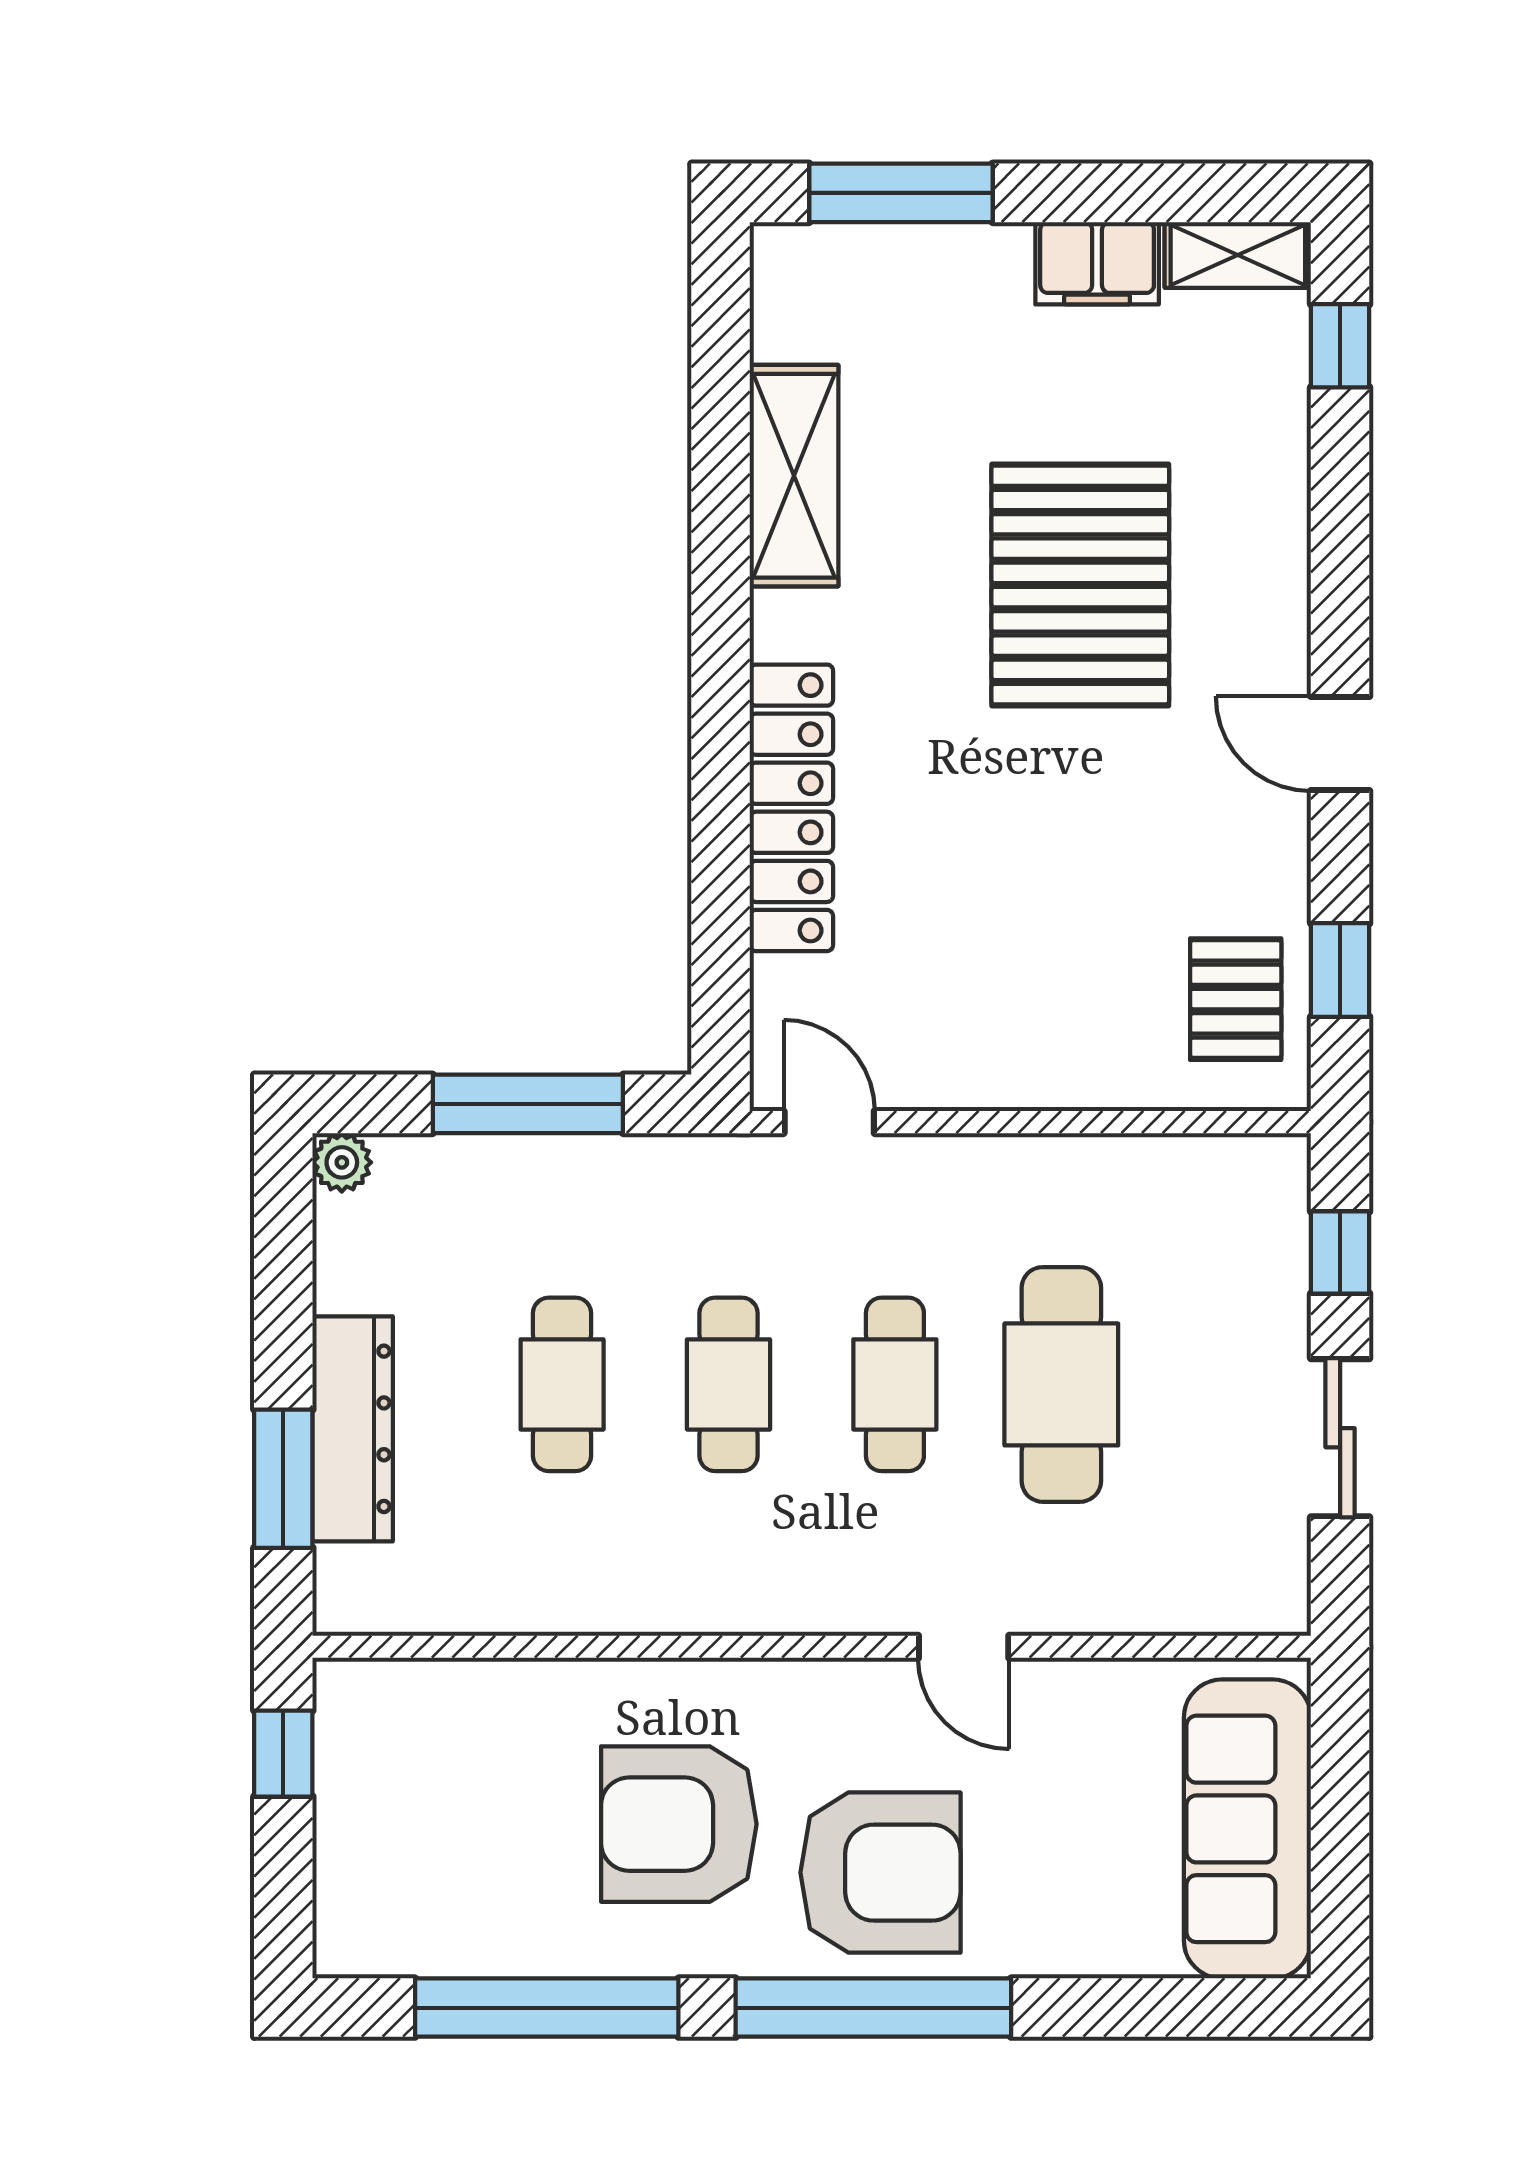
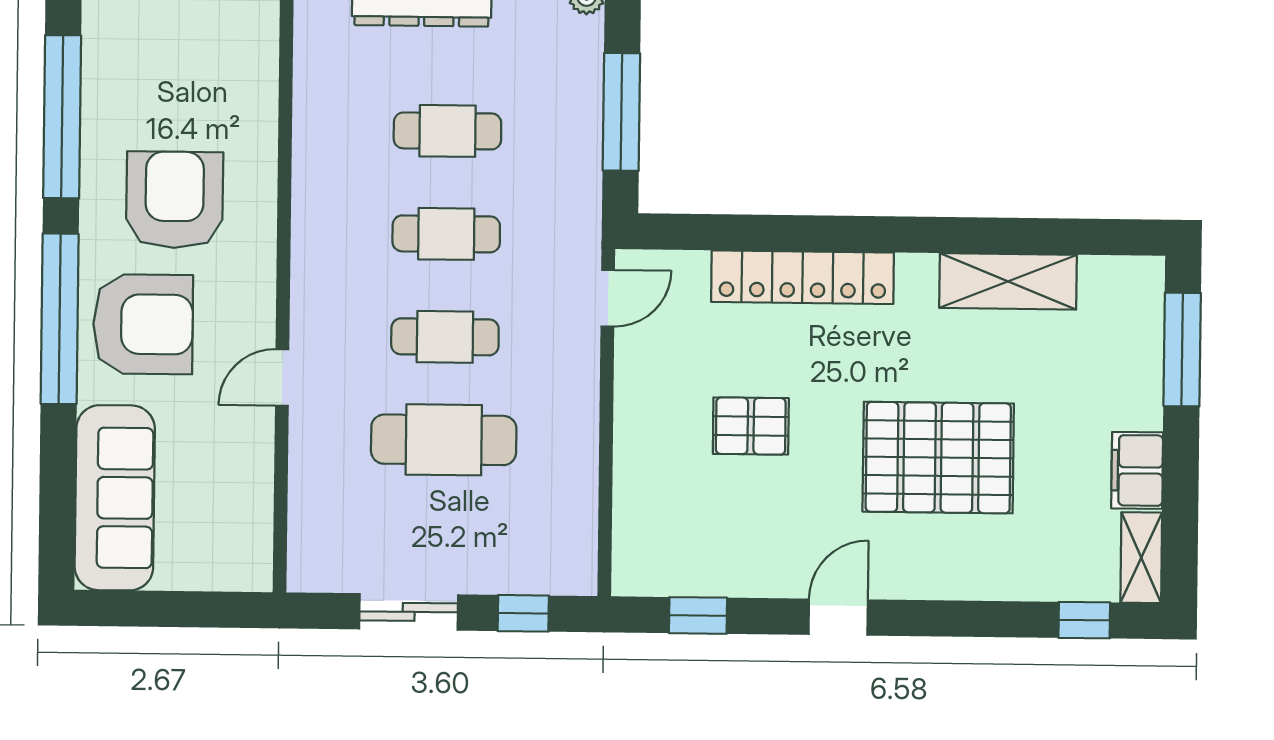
pallet: (1236, 999) -> (751, 426), moved
sofa: (1247, 1829) -> (115, 498), moved, turned 90
armchair: (880, 1873) -> (143, 324), turned -90

